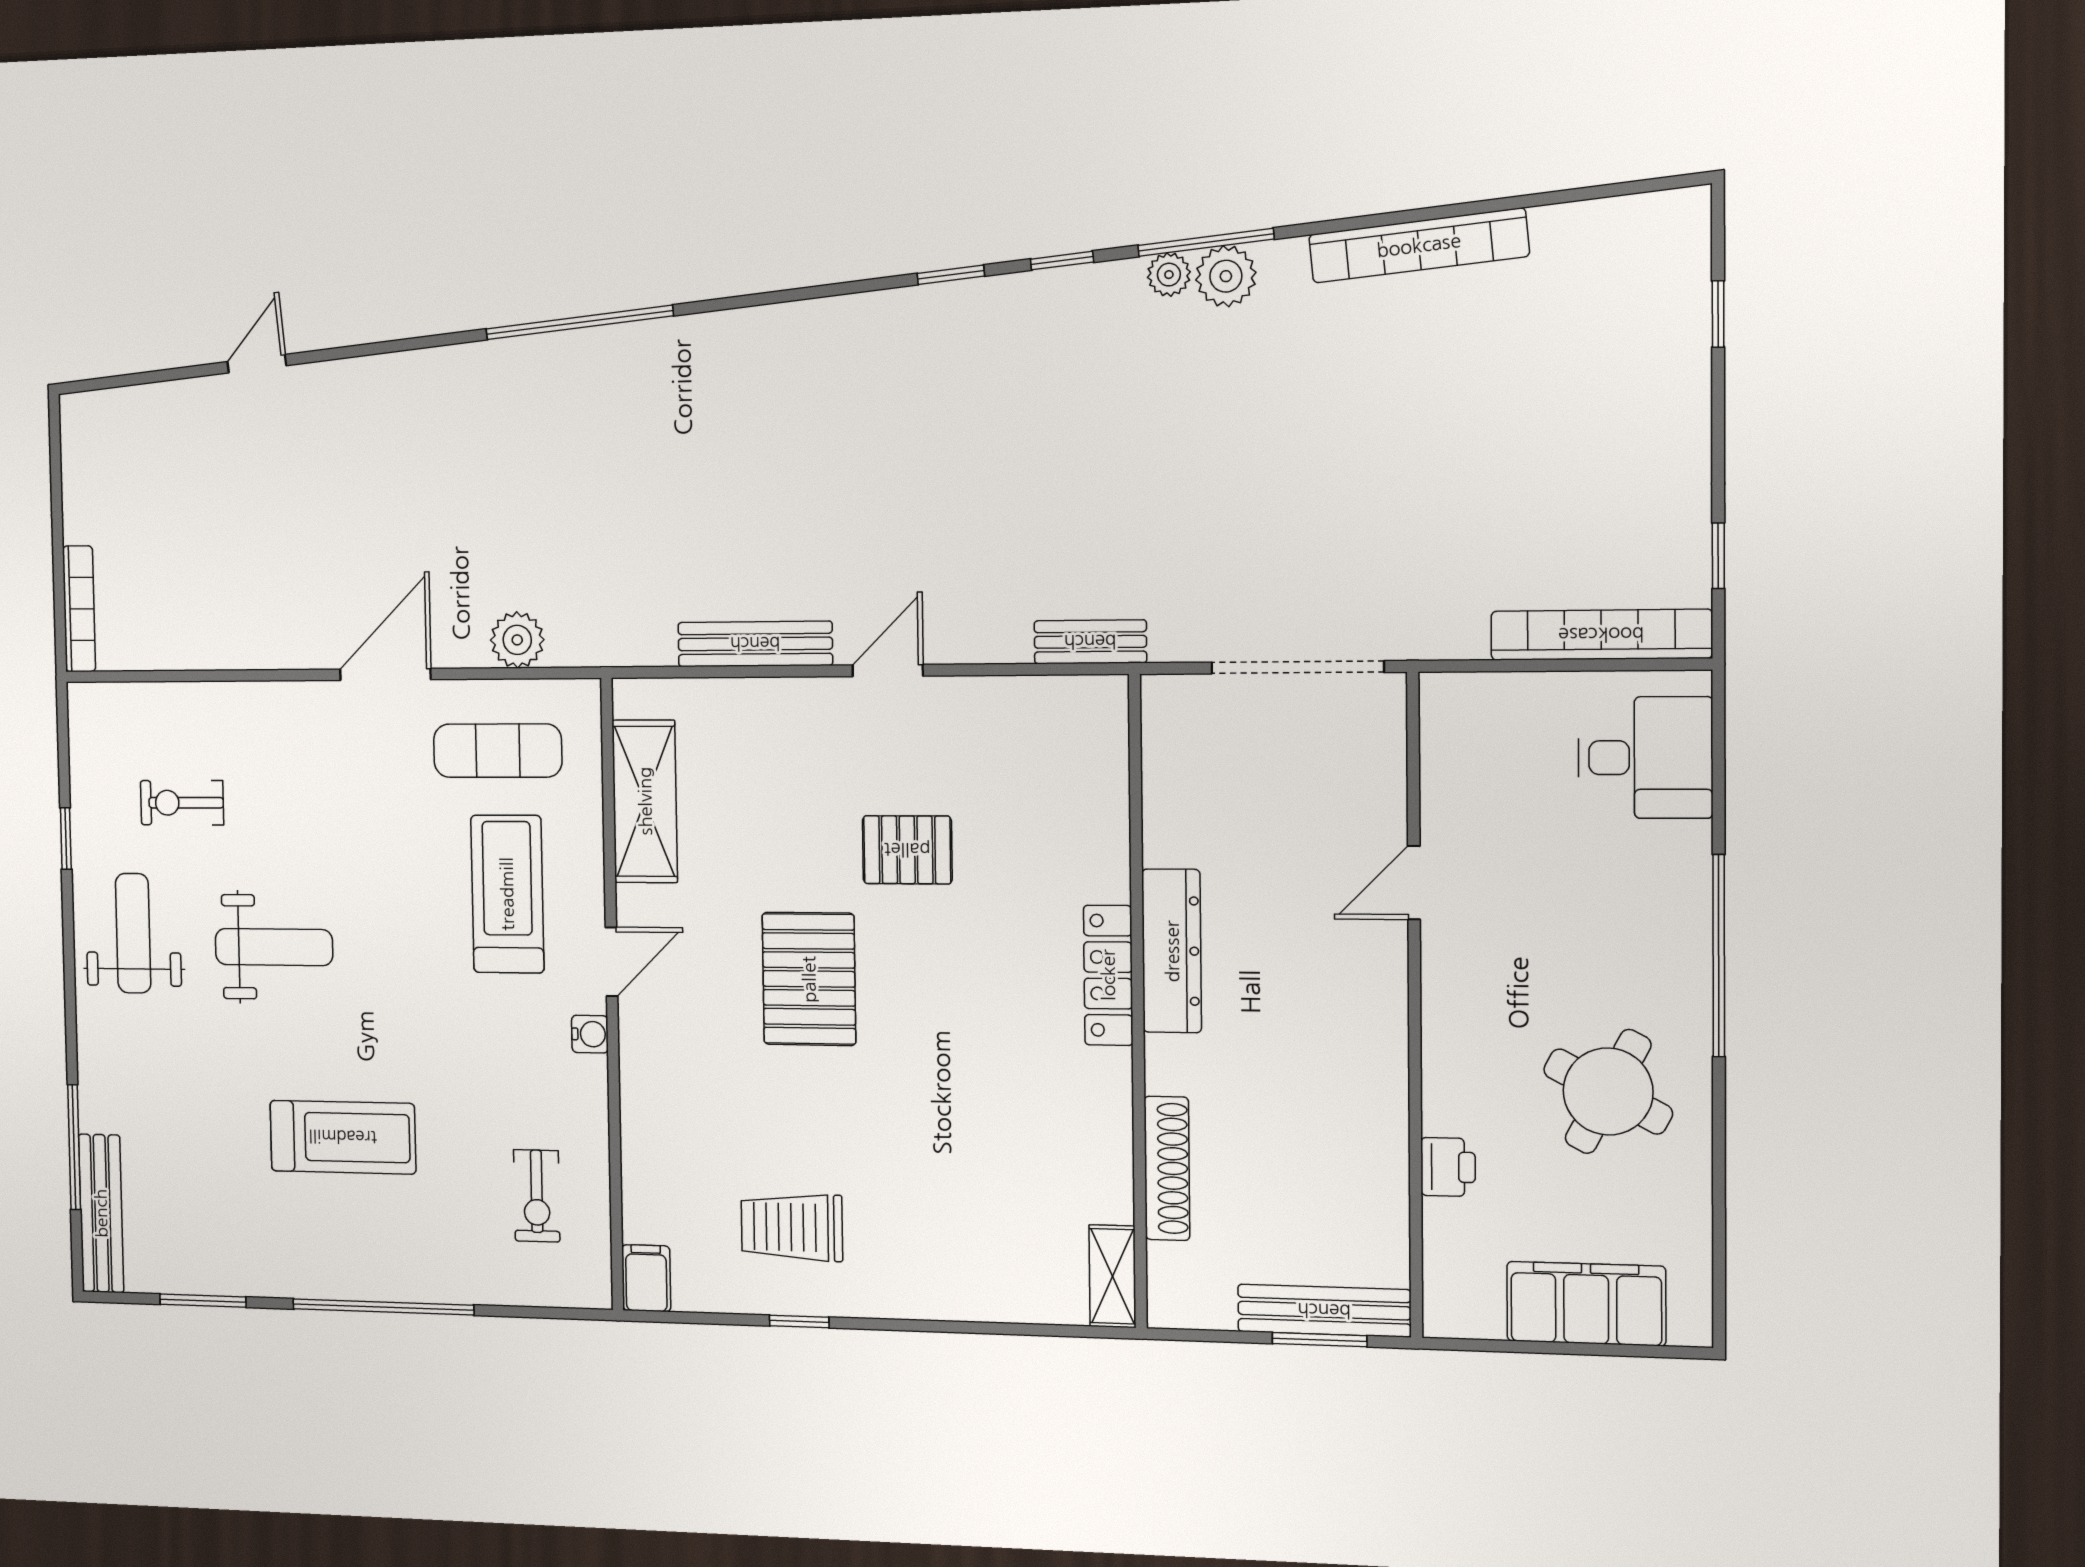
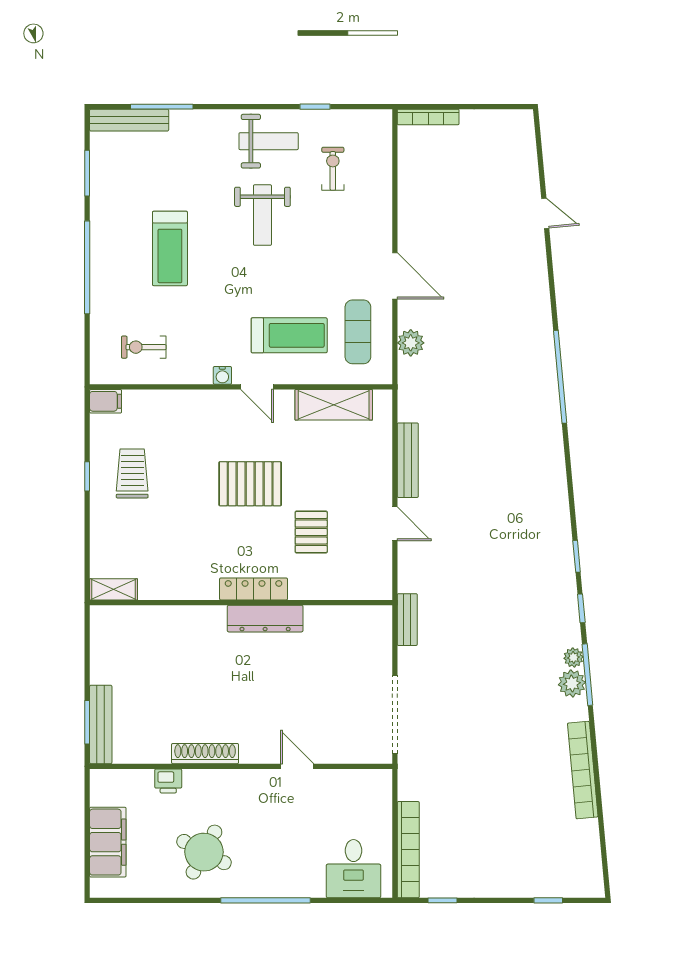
dresser: (1172, 951) -> (265, 619), moved
locker: (1108, 975) -> (254, 589), moved
wall: (1138, 1003) -> (241, 603), moved
shoe rack: (1167, 1168) -> (205, 754), moved, turned 180
shelving: (1112, 1276) -> (114, 589), moved

